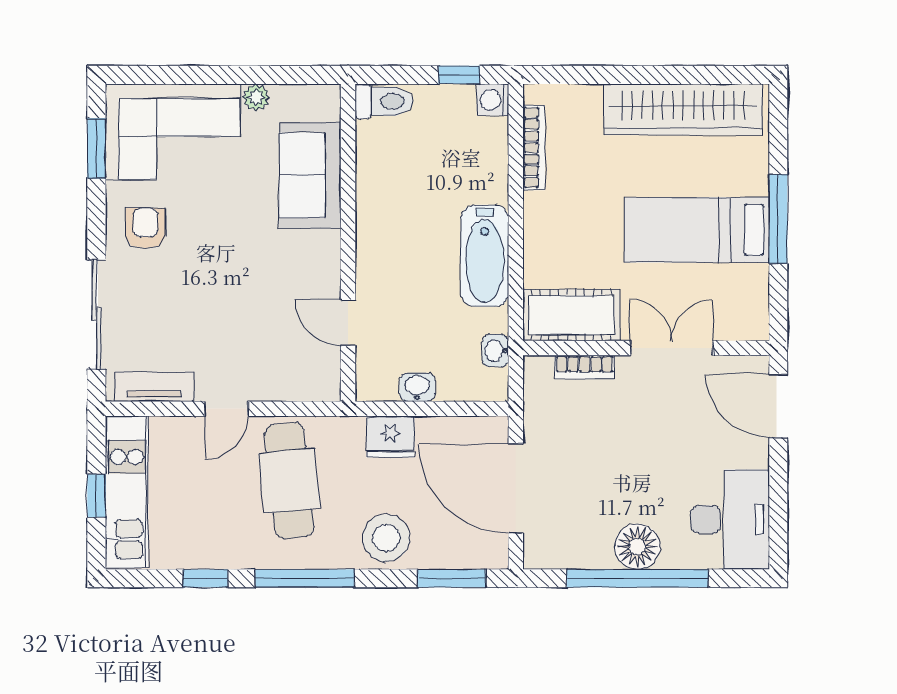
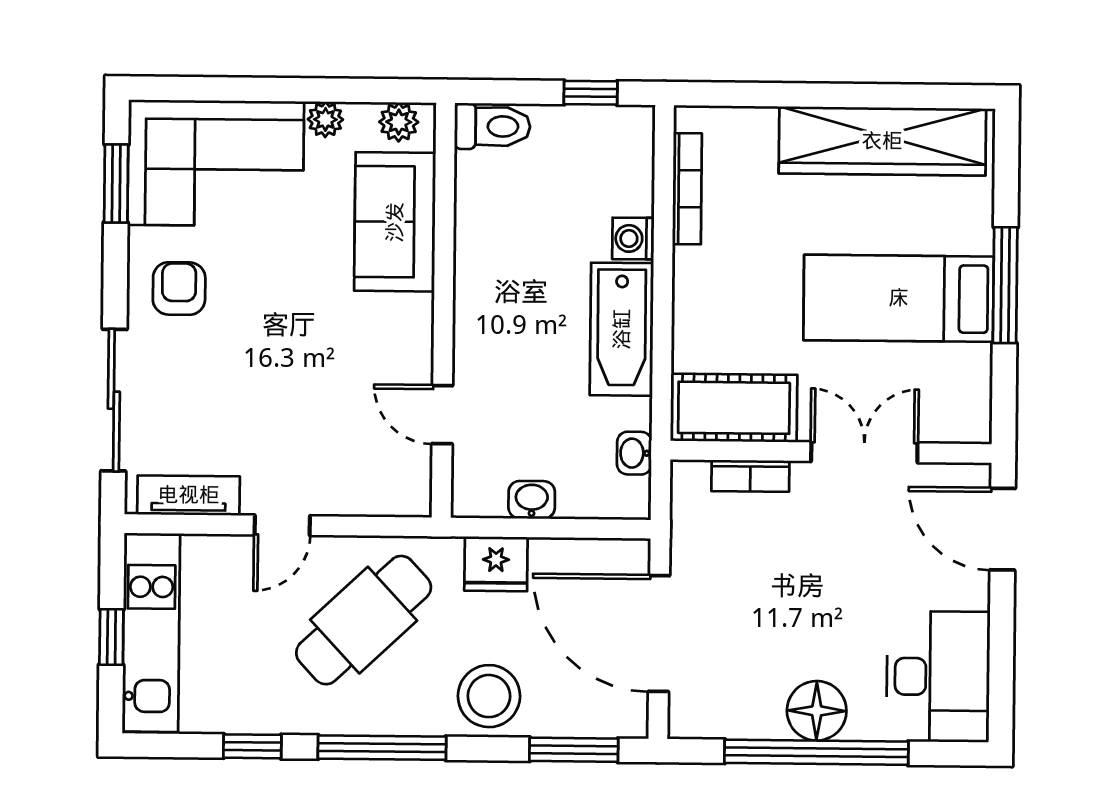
plant: (312, 99) -> (399, 122), added
washing machine: (493, 100) -> (633, 239), moved
cafe table: (289, 481) -> (364, 620), turned 53

